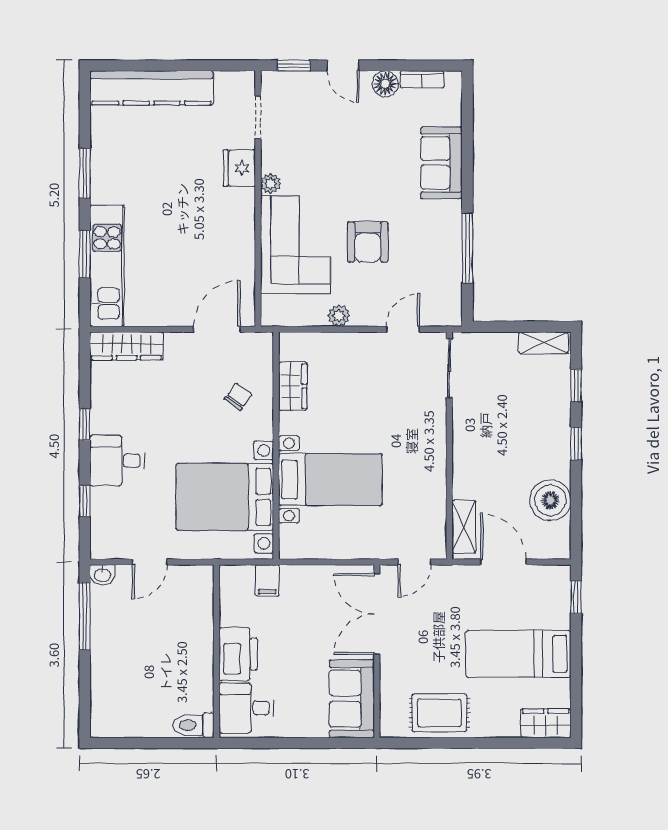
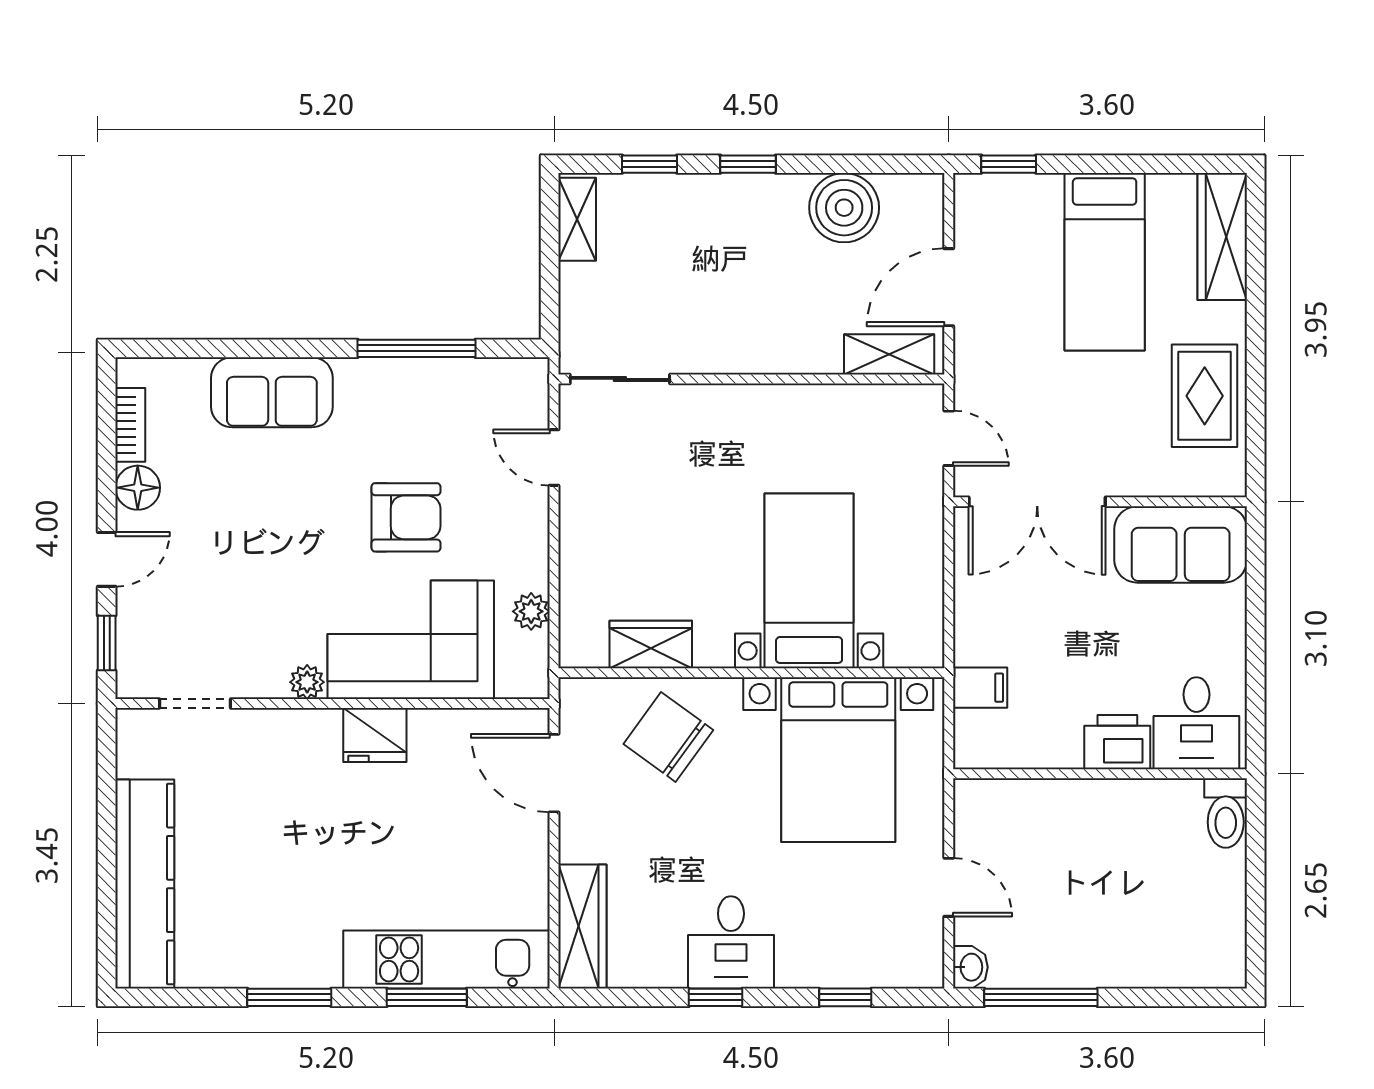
fridge: (239, 168) -> (375, 735), moved
plant: (339, 316) -> (531, 611), moved
chair: (238, 397) -> (668, 737), width x1.87, depth x1.87
desk: (117, 461) -> (731, 942), moved
printer: (238, 654) -> (1117, 742), width x0.73, depth x0.84
wardrobe: (546, 723) -> (1222, 237), width x1.50

